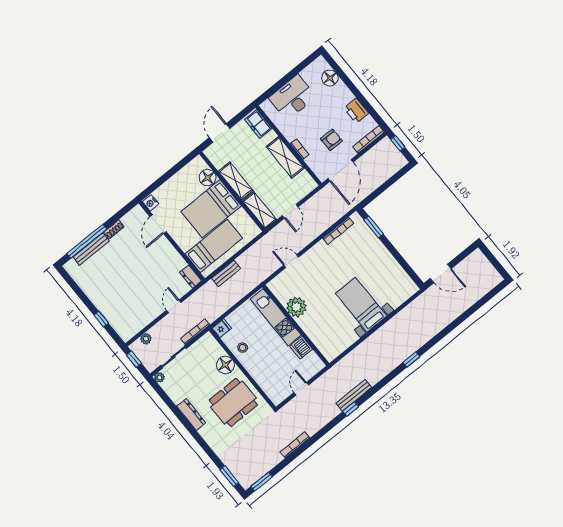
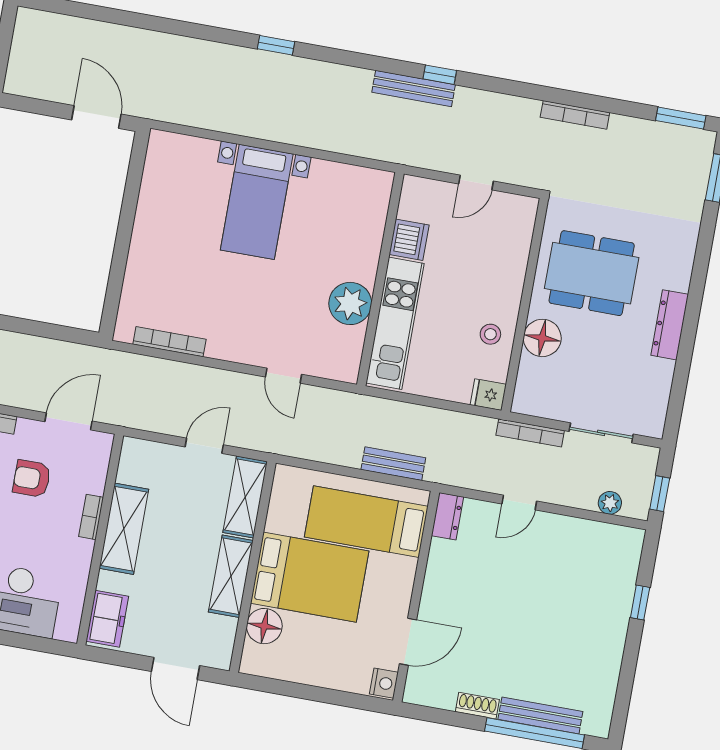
door: (220, 133) -> (176, 668), hinge flipped
door: (341, 170) -> (69, 421), width x0.73
window: (374, 227) -> (114, 290), removed
plant: (159, 377) -> (654, 427), removed

